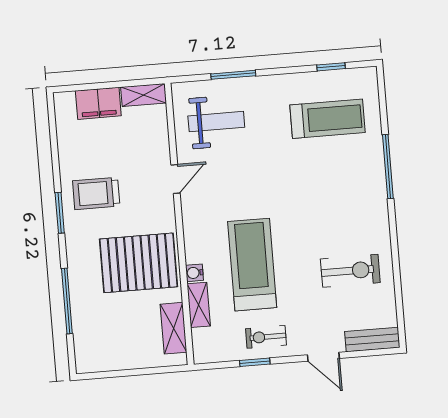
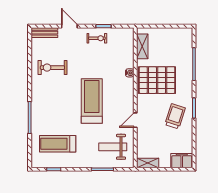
filing cabinet: (98, 103) -> (182, 161), moved
trolley: (96, 193) -> (175, 116), turned -72
treadmill: (252, 265) -> (92, 101), moved, turned 180
shelving: (199, 305) -> (129, 57), removed

